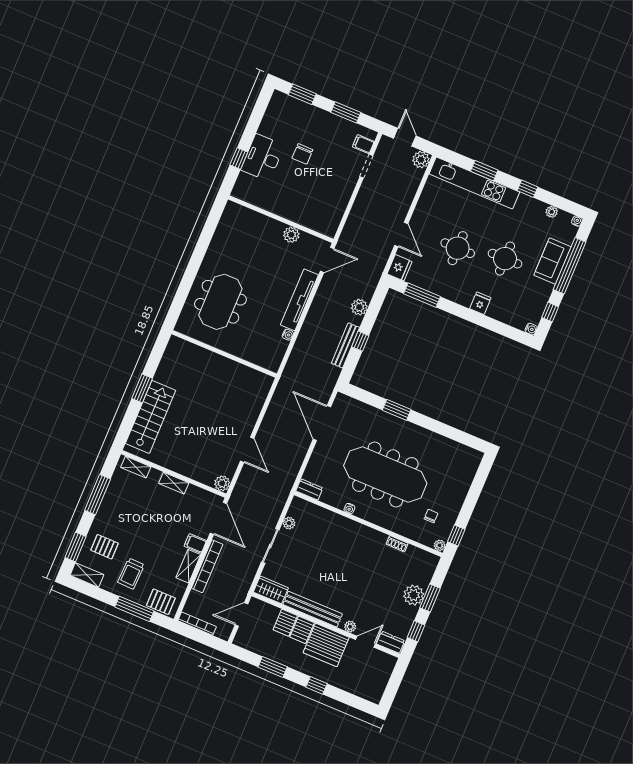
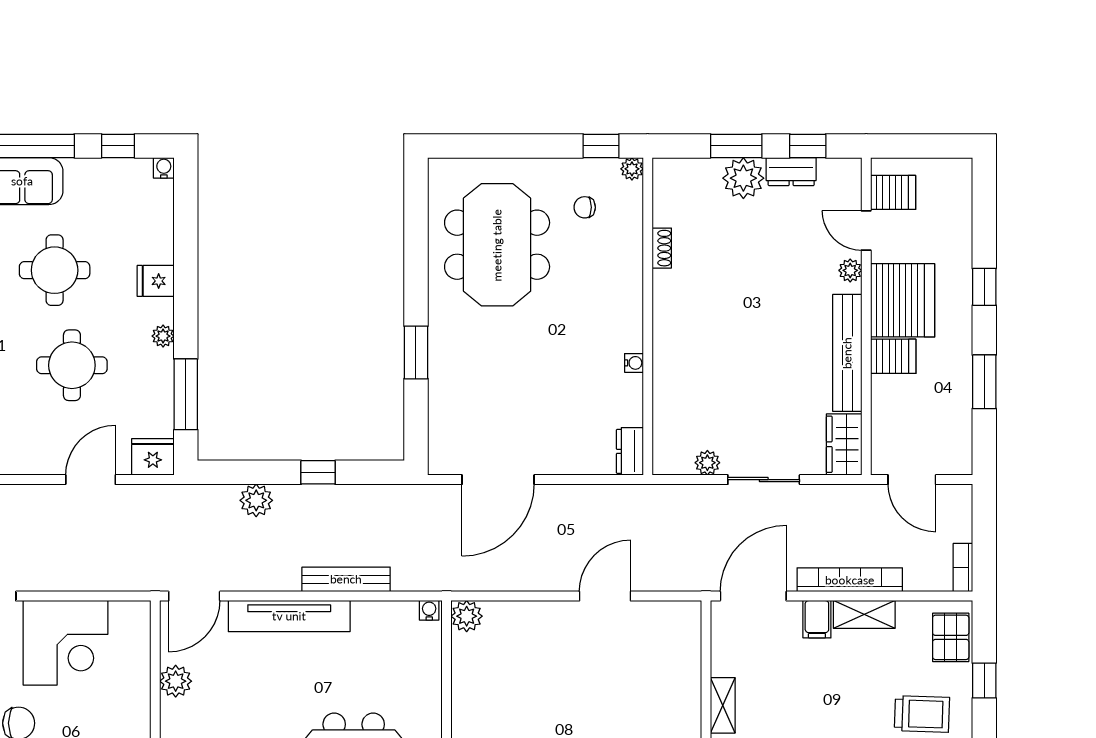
corner desk: (330, 191) -> (66, 643), added
door: (327, 260) -> (194, 596), swing flipped
plant: (453, 296) -> (163, 336), added
water cooler: (288, 335) -> (429, 610), moved
bench: (345, 345) -> (346, 579), moved
meeting table: (385, 475) -> (497, 245), moved, width x0.73
plant: (222, 483) -> (467, 616), moved
window: (134, 609) -> (984, 681), width x0.46
server rack: (285, 623) -> (893, 192), moved
bookcase: (197, 624) -> (963, 568), width x0.64
dresser: (391, 642) -> (791, 172), moved, turned -90

